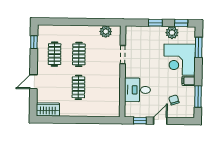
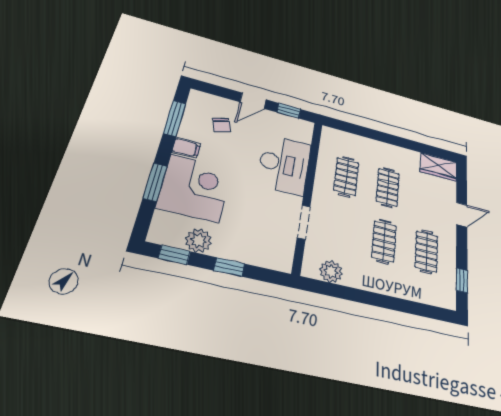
window: (199, 47) -> (155, 182), moved
clothes rail: (103, 88) -> (346, 176), added
desk: (137, 90) -> (284, 164), width x1.37

